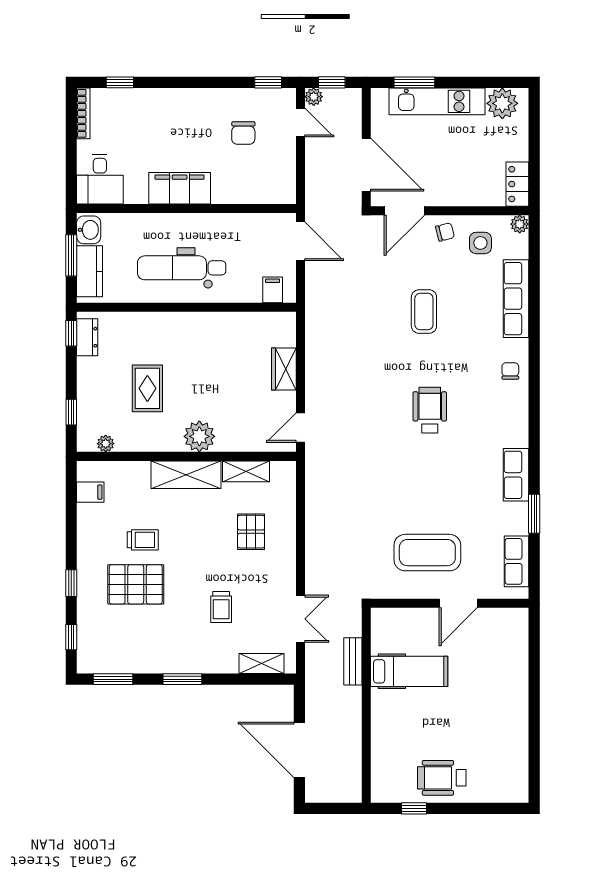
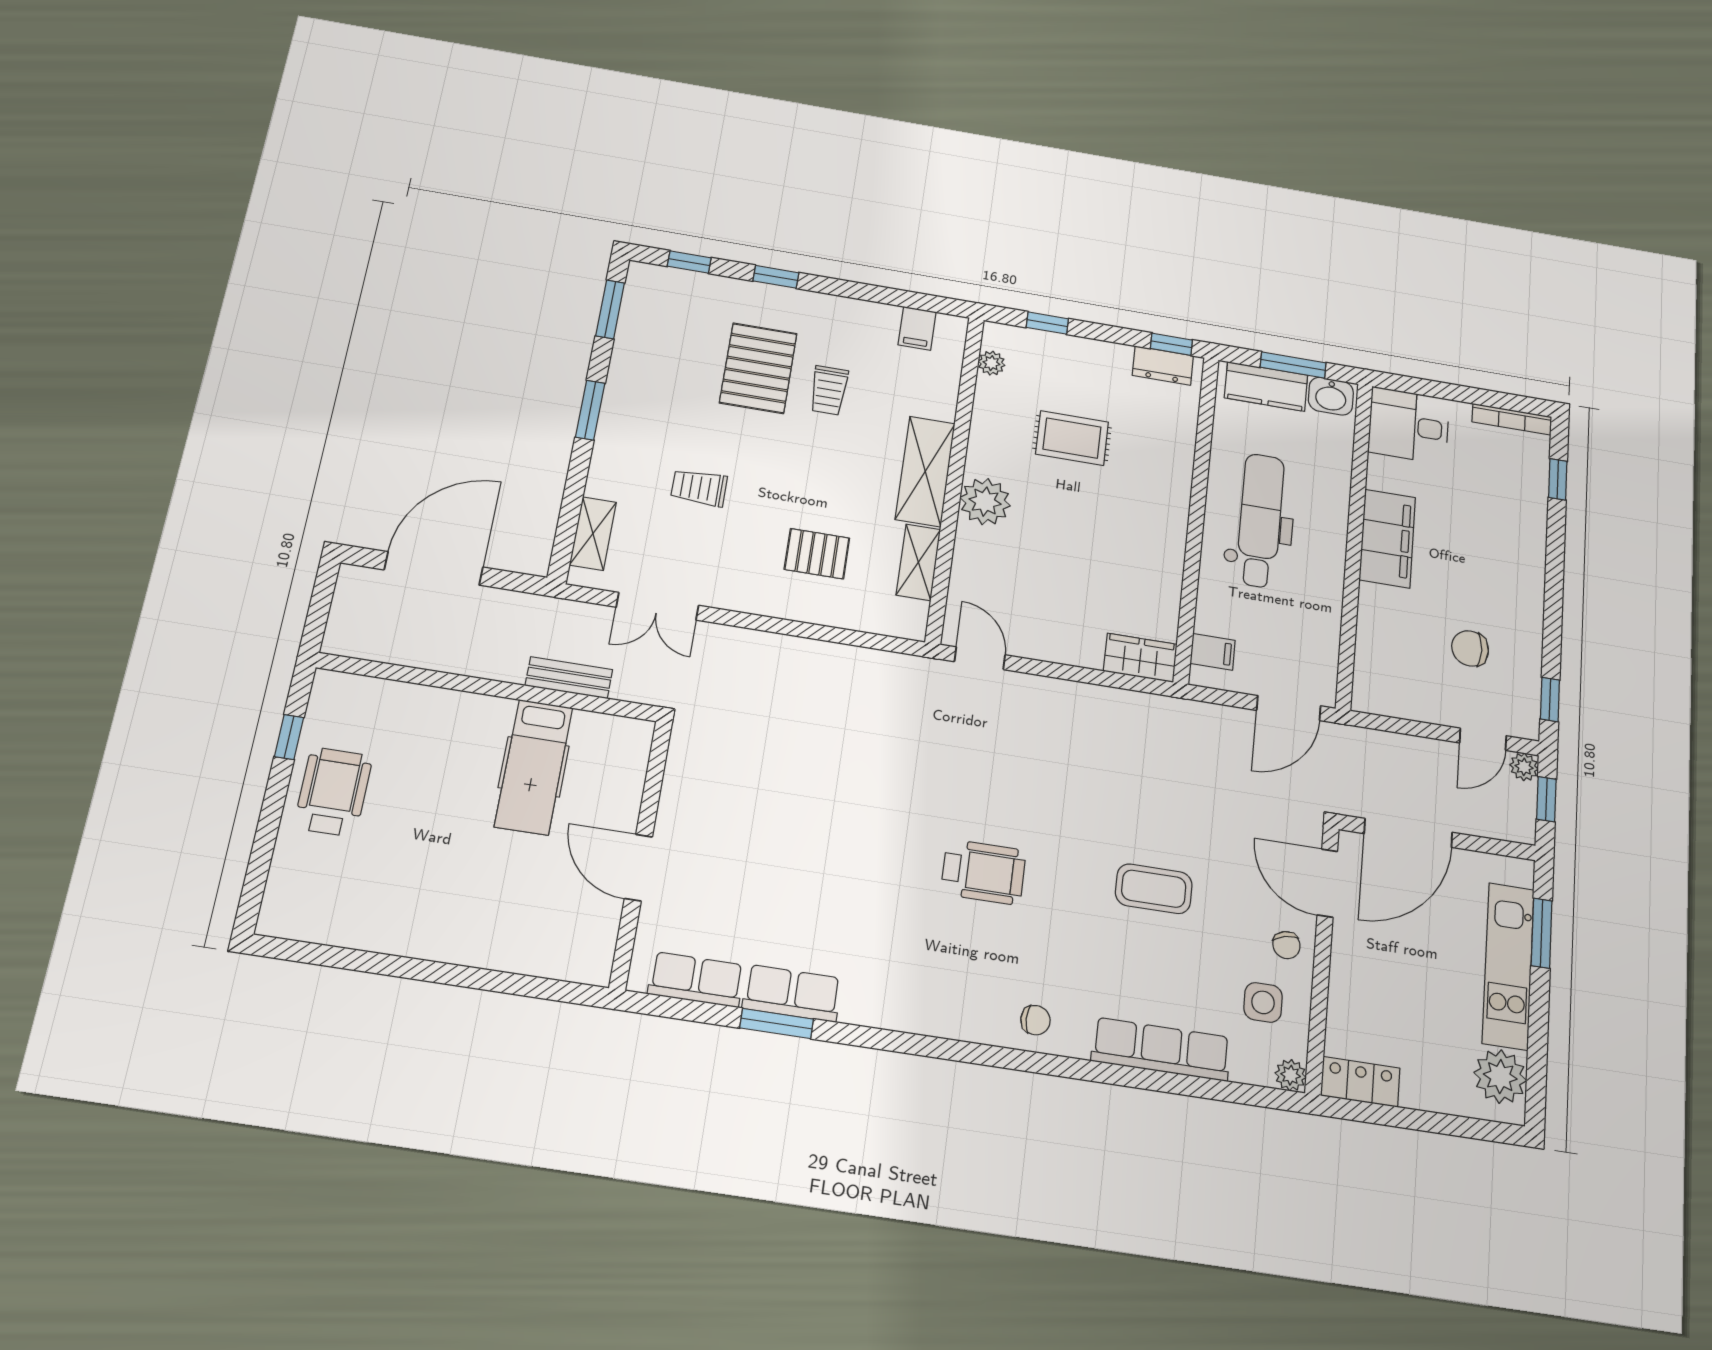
wardrobe: (284, 369) -> (1140, 658), moved
row of seats: (516, 475) -> (792, 993), moved
coffee table: (427, 553) -> (737, 830), removed

